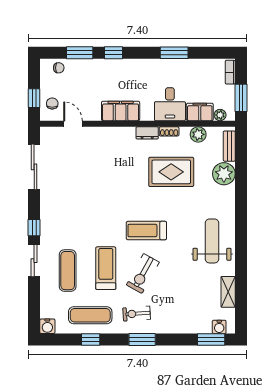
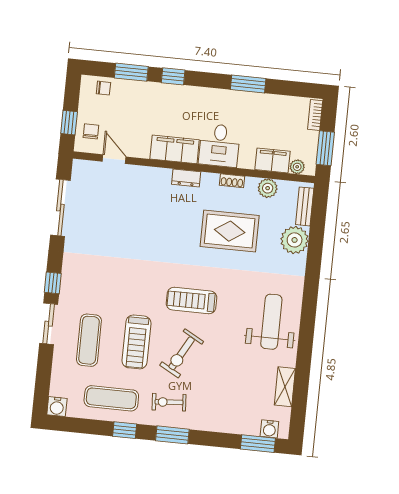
desk: (170, 104) -> (219, 145), moved
dresser: (147, 133) -> (186, 178), moved
treadmill: (106, 268) -> (136, 342), turned 180
window: (91, 340) -> (125, 430), moved

